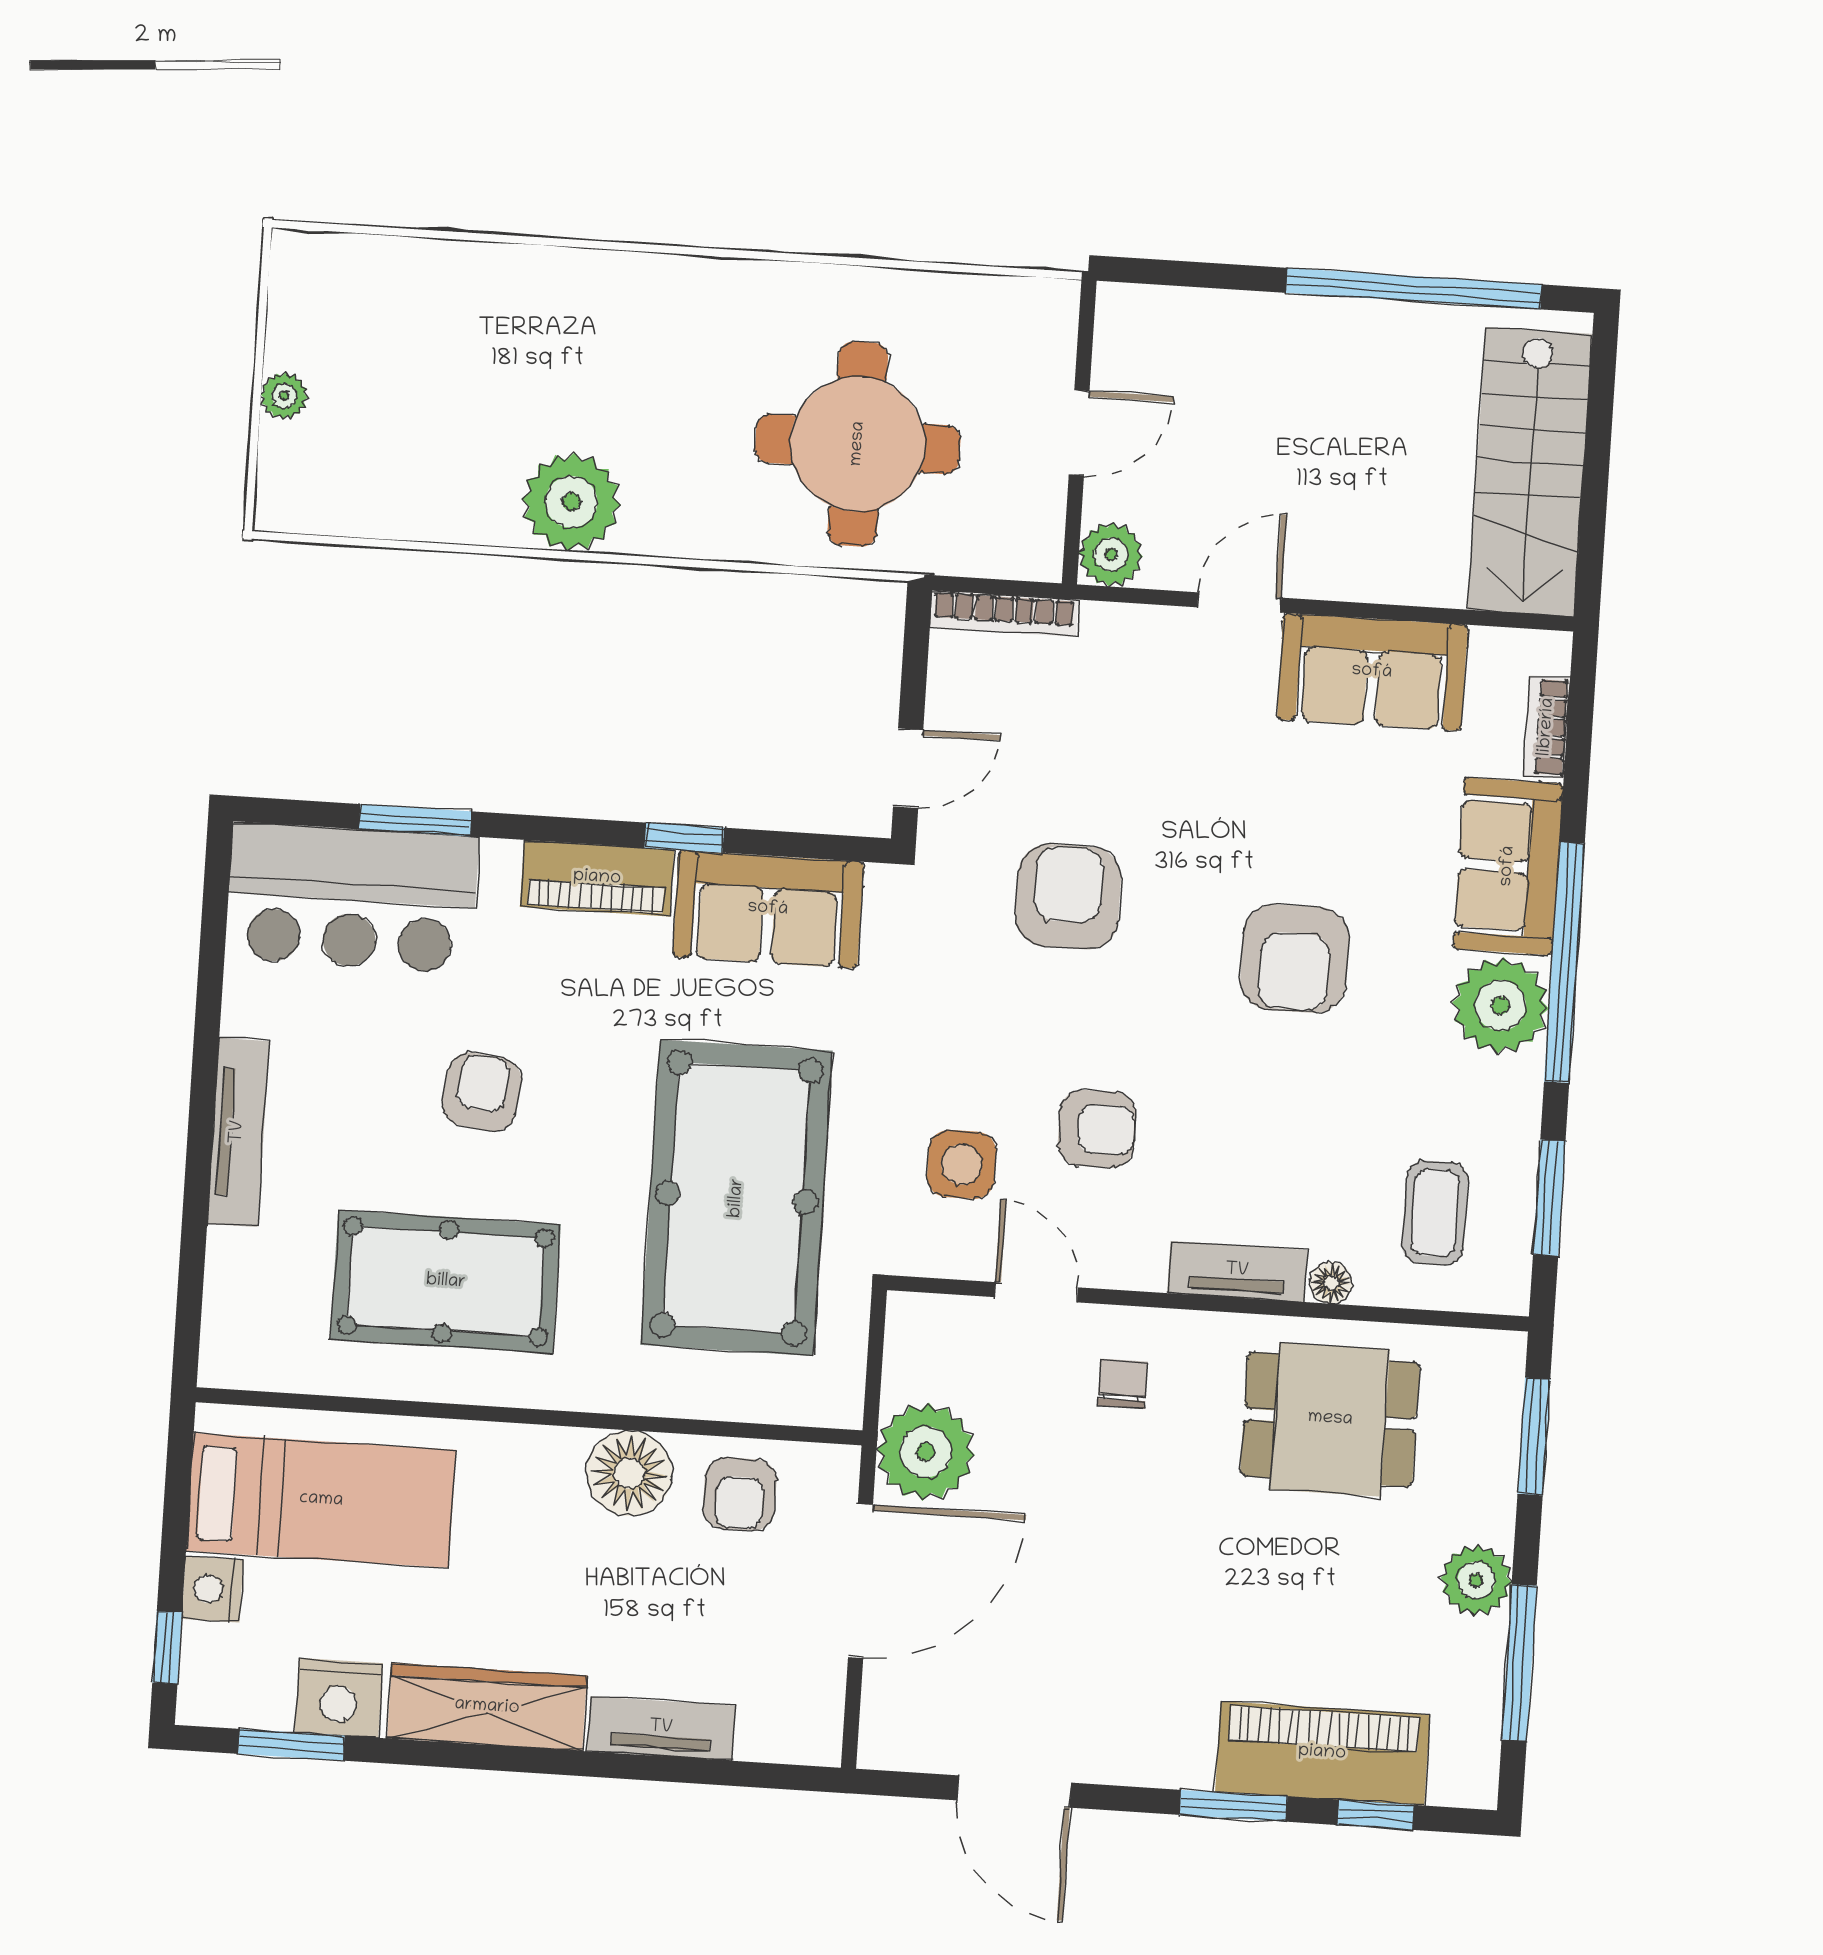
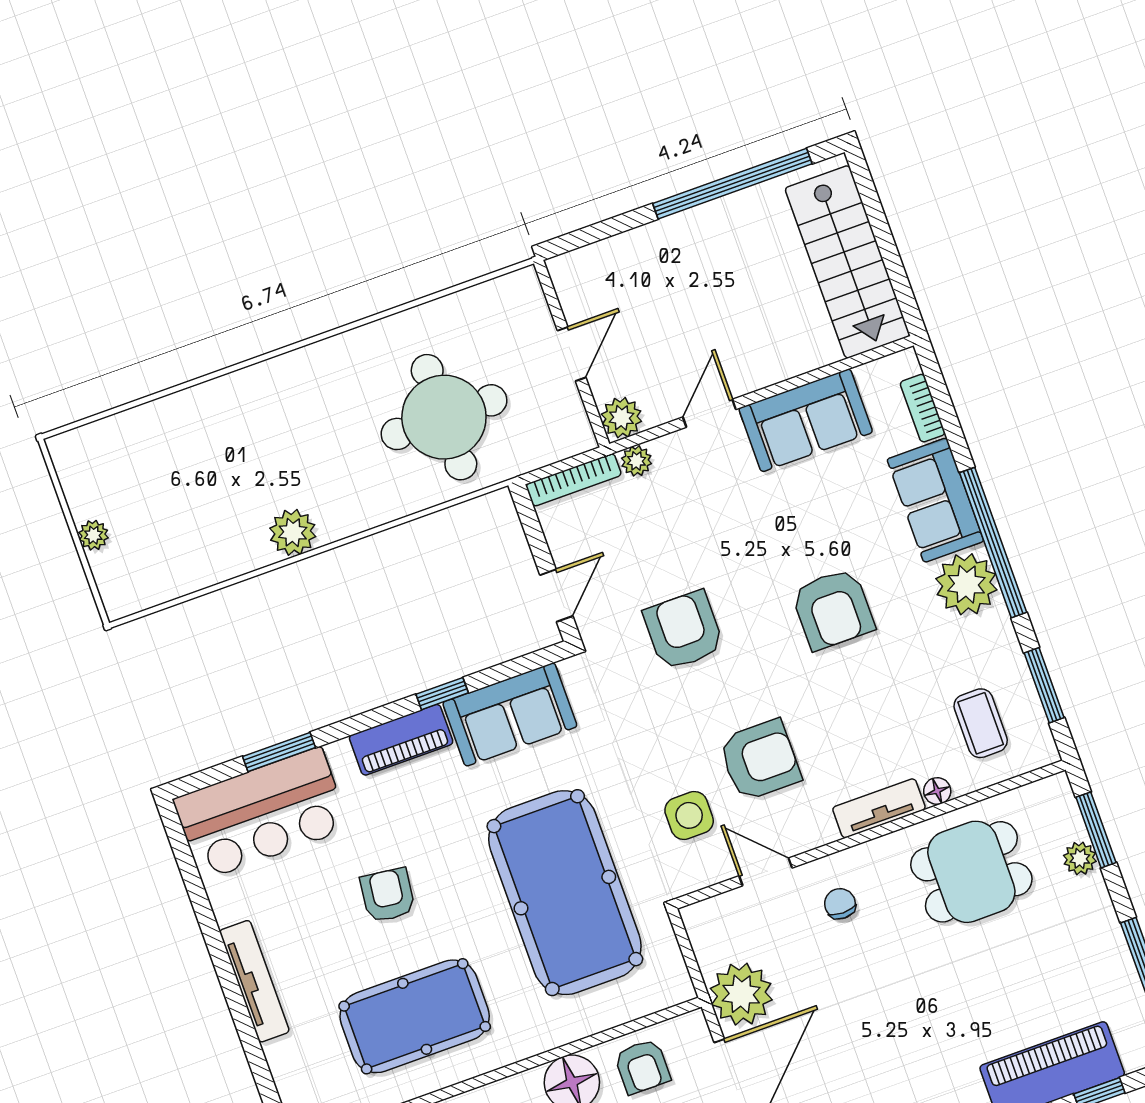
plant: (571, 502) -> (293, 532), width x0.73, depth x0.73
plant: (1106, 625) -> (636, 461), added
armchair: (1097, 1129) -> (760, 760), width x1.38, depth x1.38
plant: (1476, 1580) -> (1080, 858), moved, width x0.73, depth x0.73

